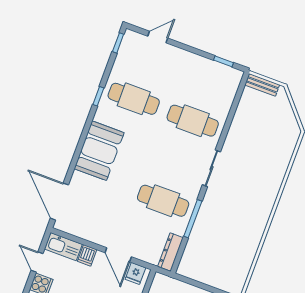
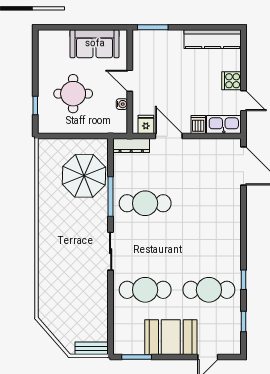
window: (118, 43) -> (243, 321), moved
window: (224, 61) -> (137, 357), width x1.50
booth: (99, 151) -> (171, 337), moved, turned 90
parasol: (210, 247) -> (84, 176), added
dresser: (170, 252) -> (131, 146), moved, turned 90

